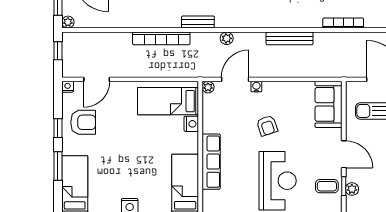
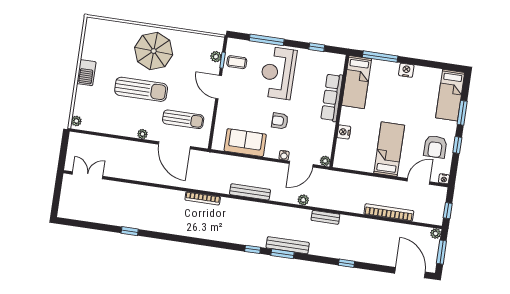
bookcase: (161, 38) -> (389, 212), moved
bed: (168, 101) -> (389, 149), moved, turned -90
sofa: (328, 104) -> (245, 143), moved, turned -90
armchair: (83, 122) -> (435, 147), turned -90
armchair: (267, 126) -> (280, 121), turned -71

